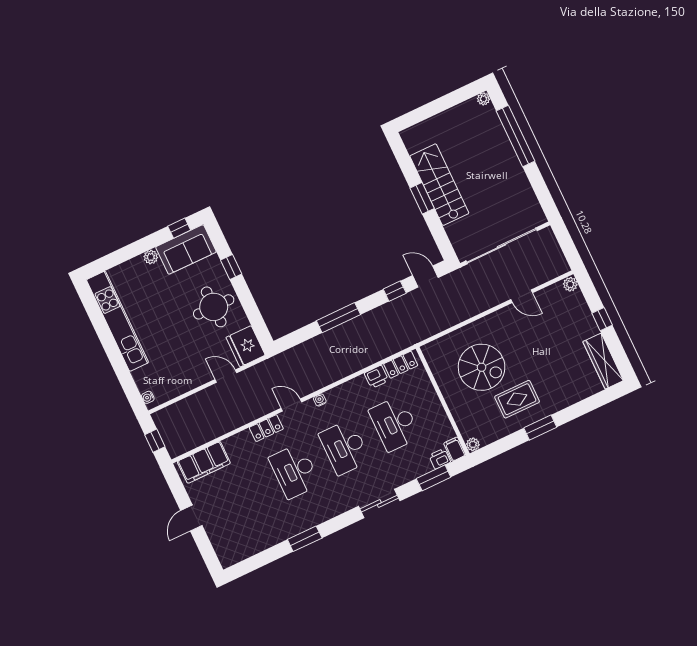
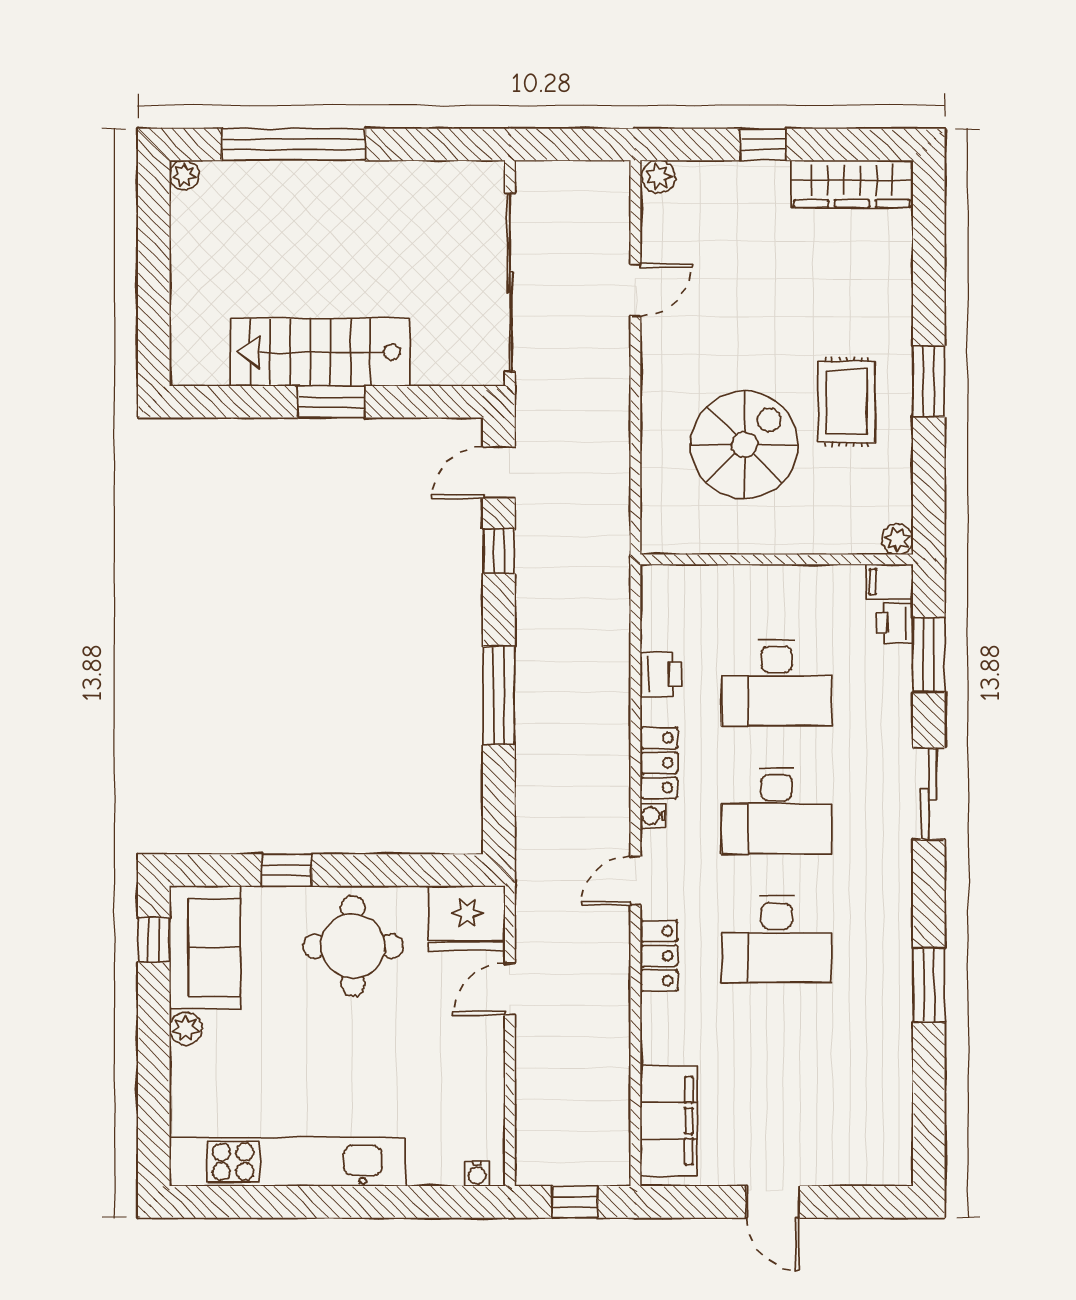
locker: (401, 365) -> (659, 763), moved

